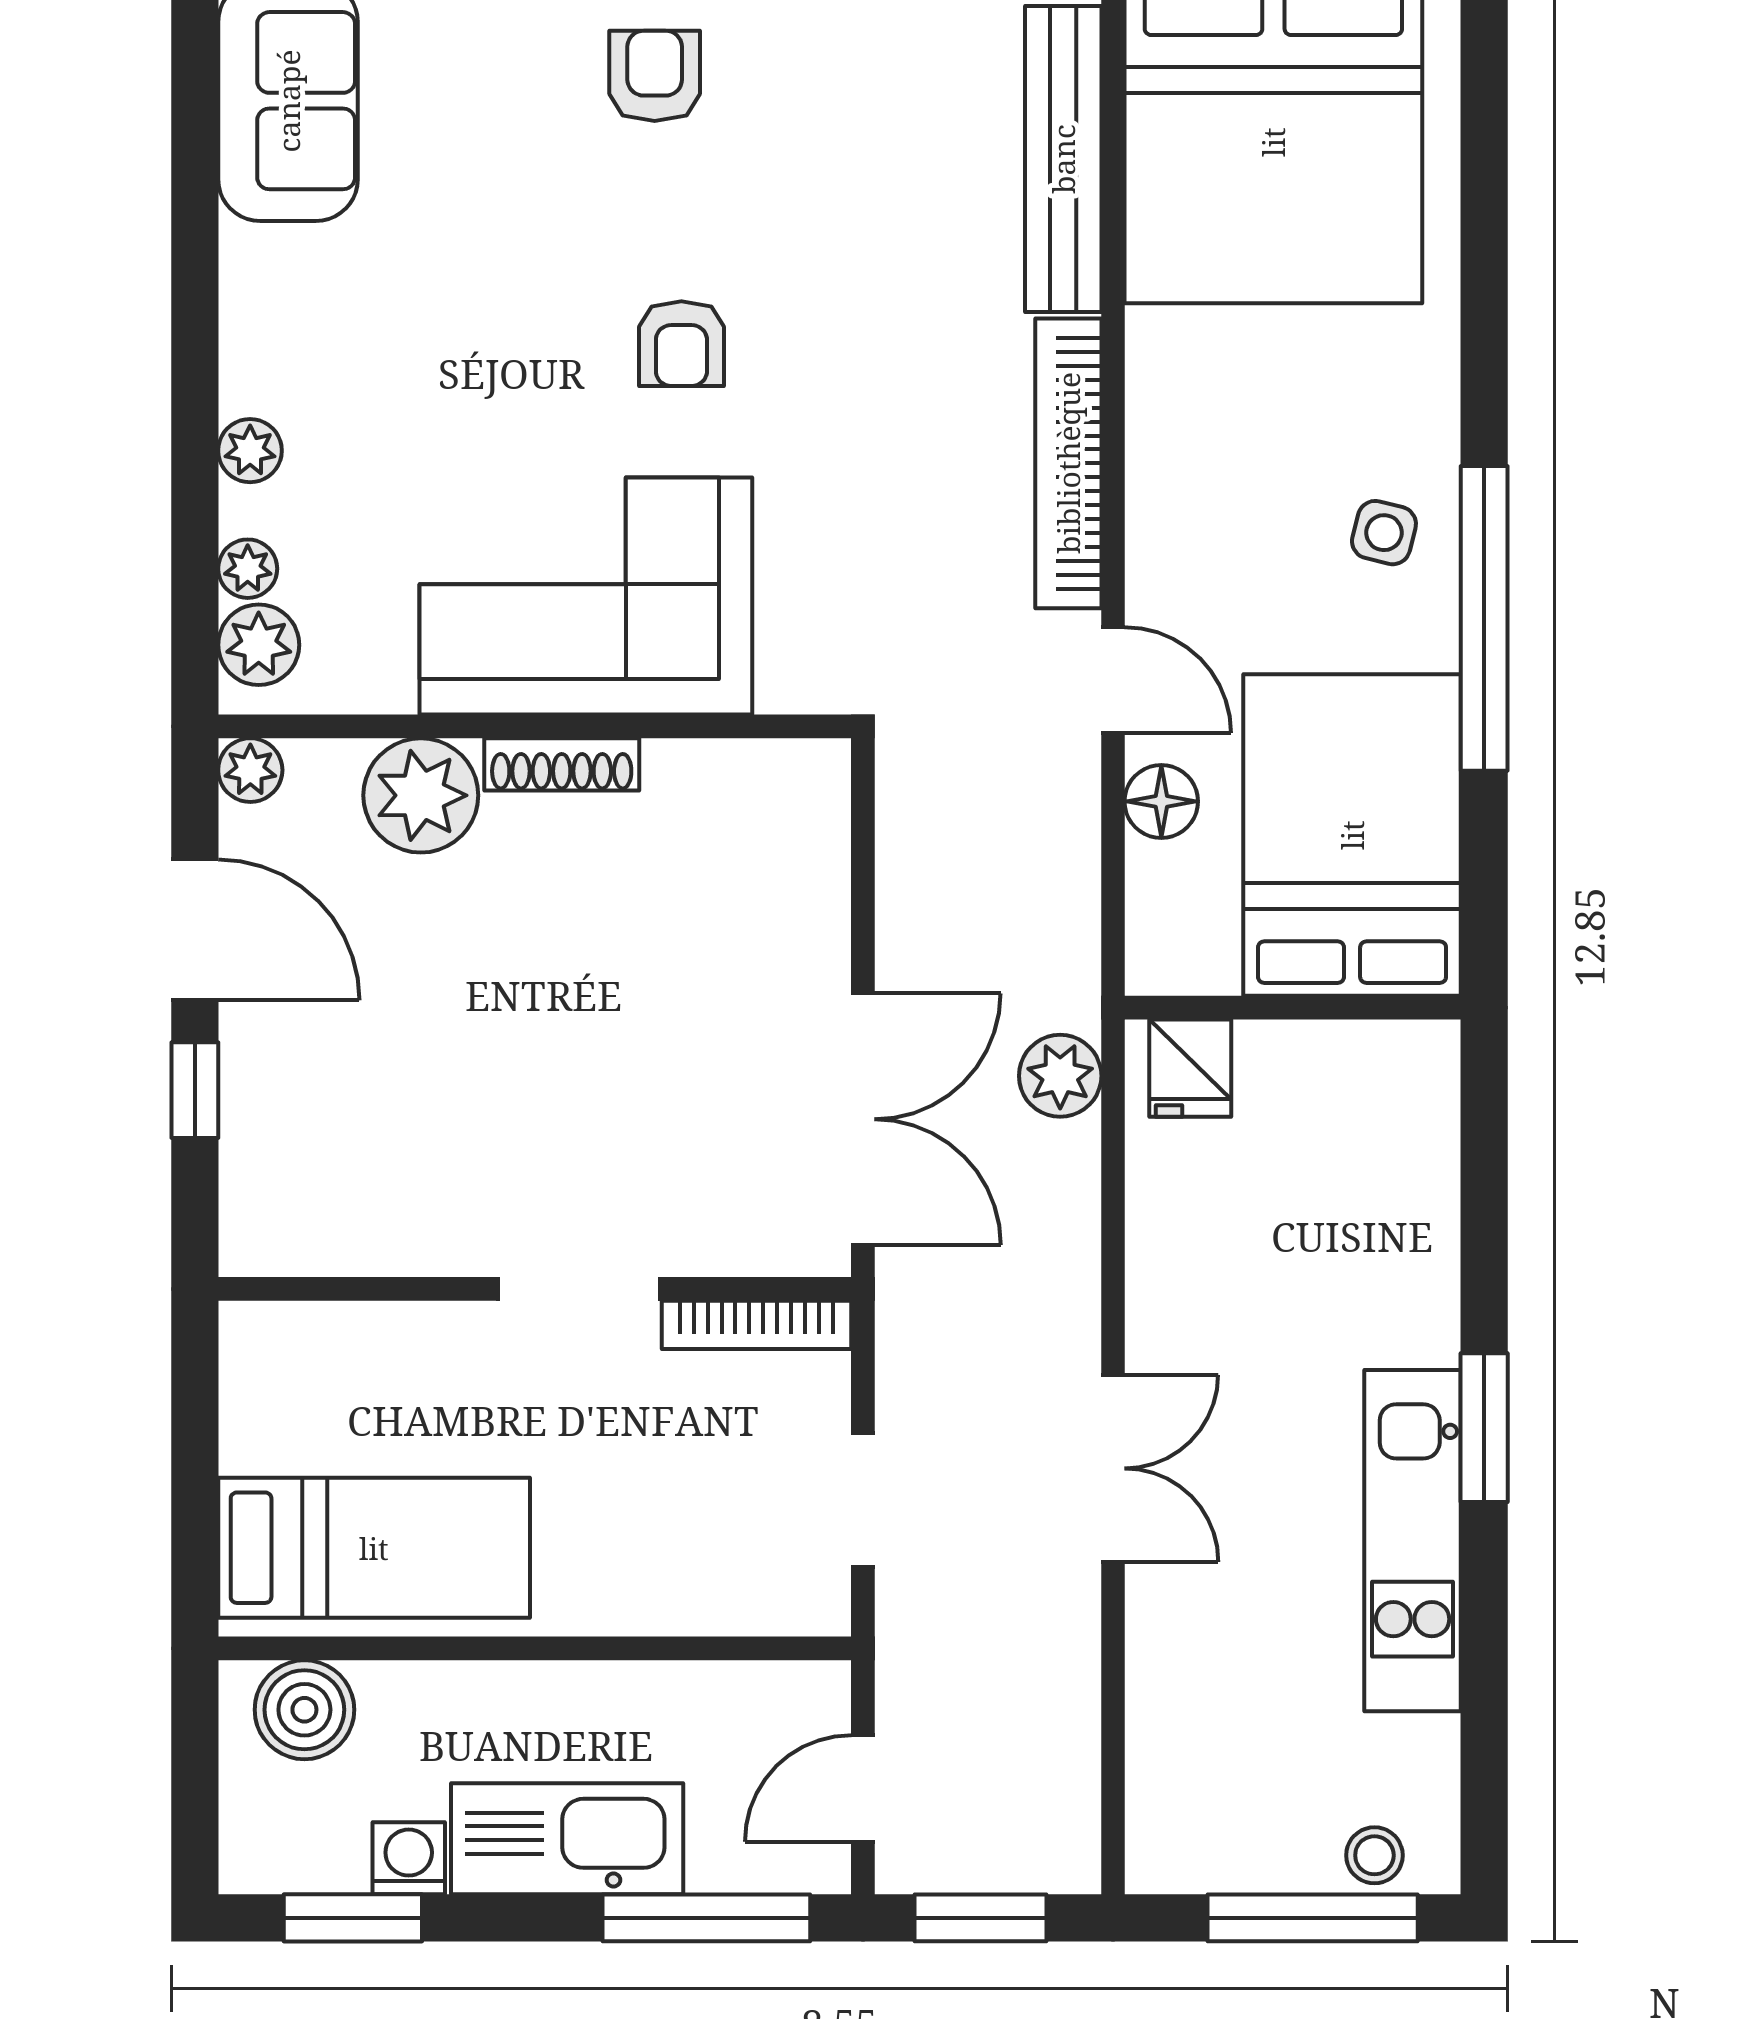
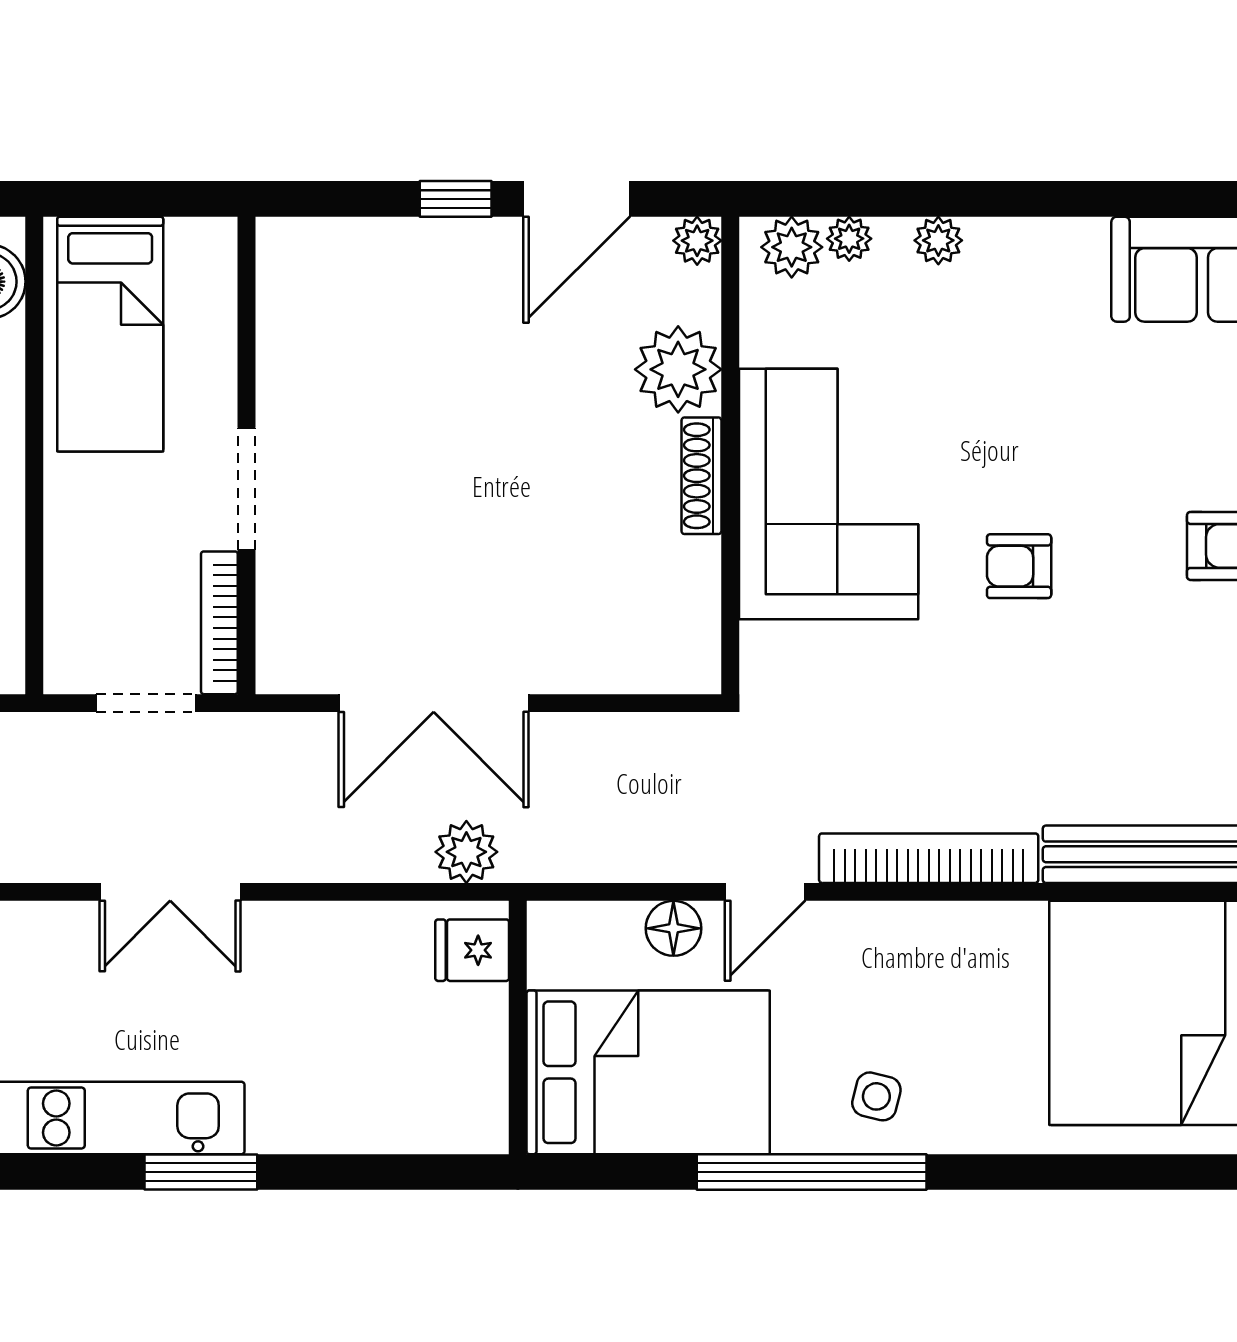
wall: (535, 1289) -> (247, 455), moved
doorway: (579, 1289) -> (247, 489), moved
bookcase: (756, 1325) -> (219, 623), moved

